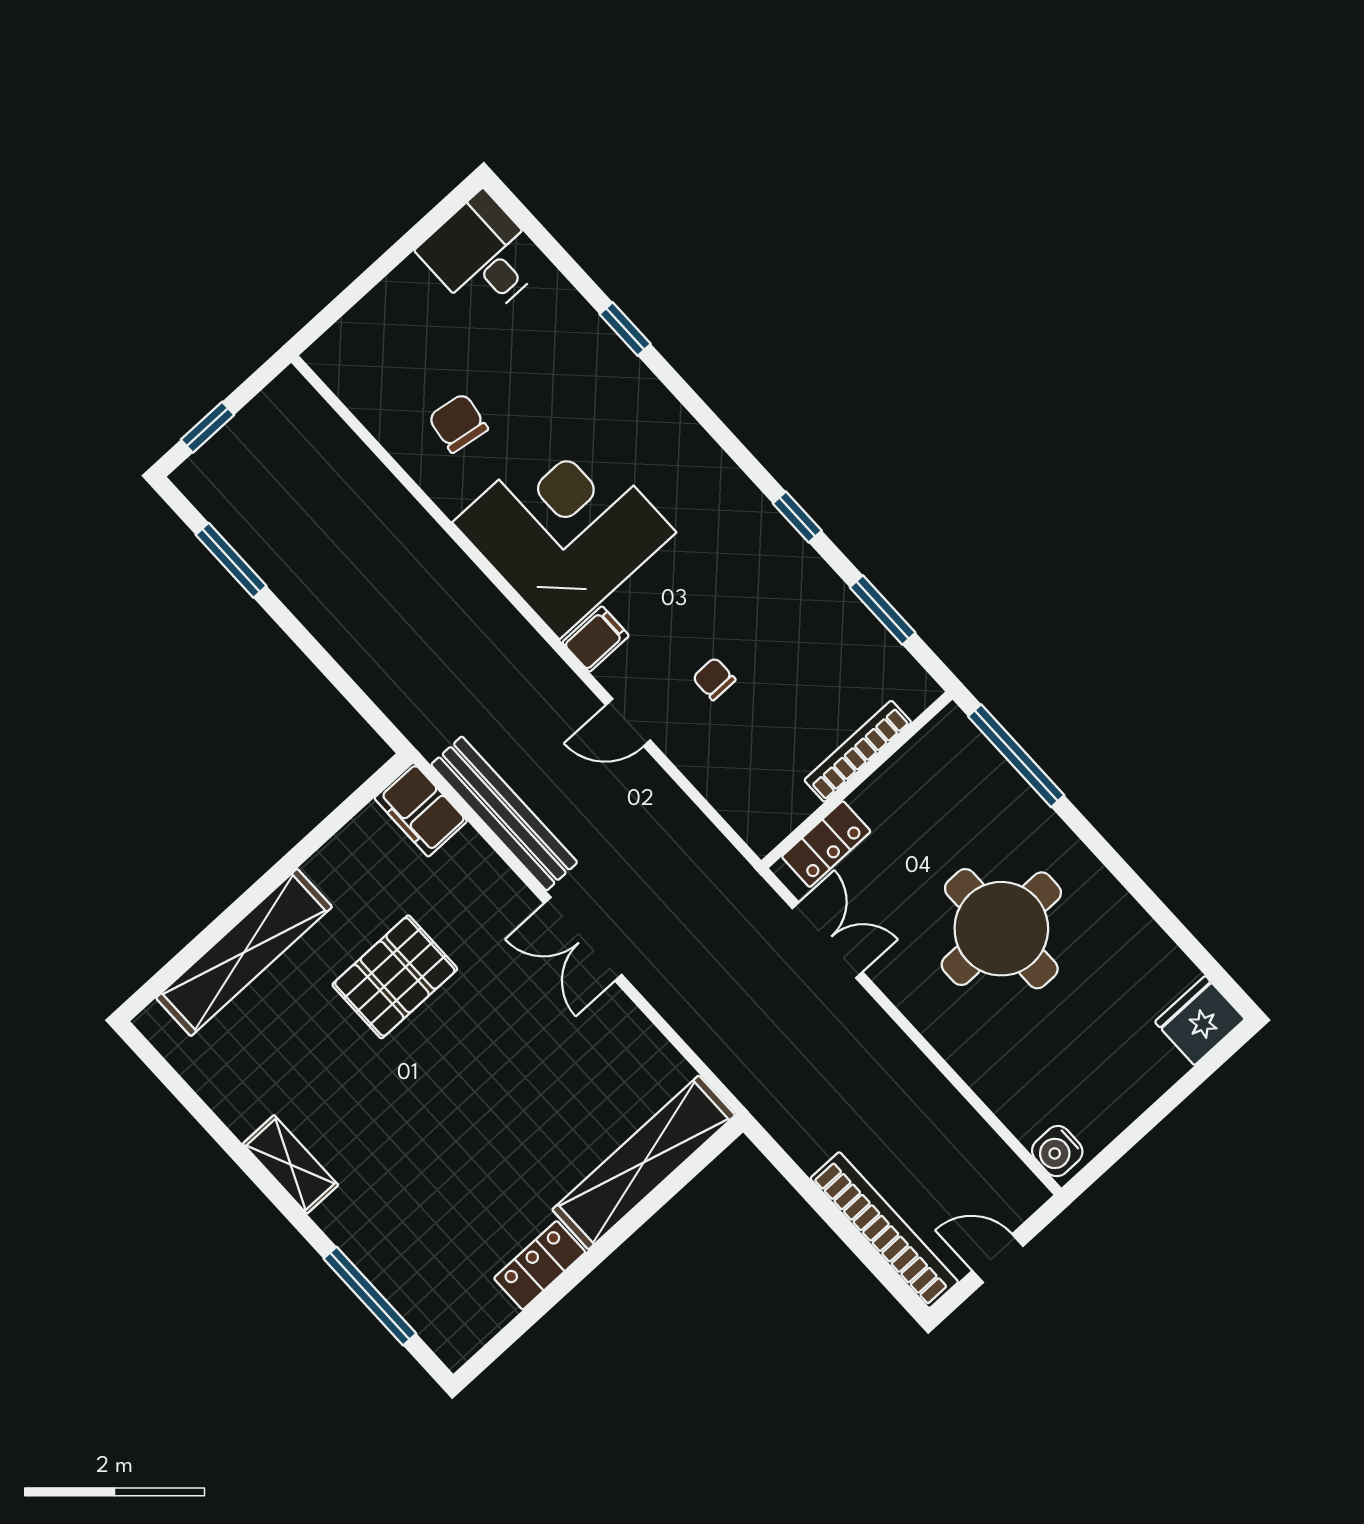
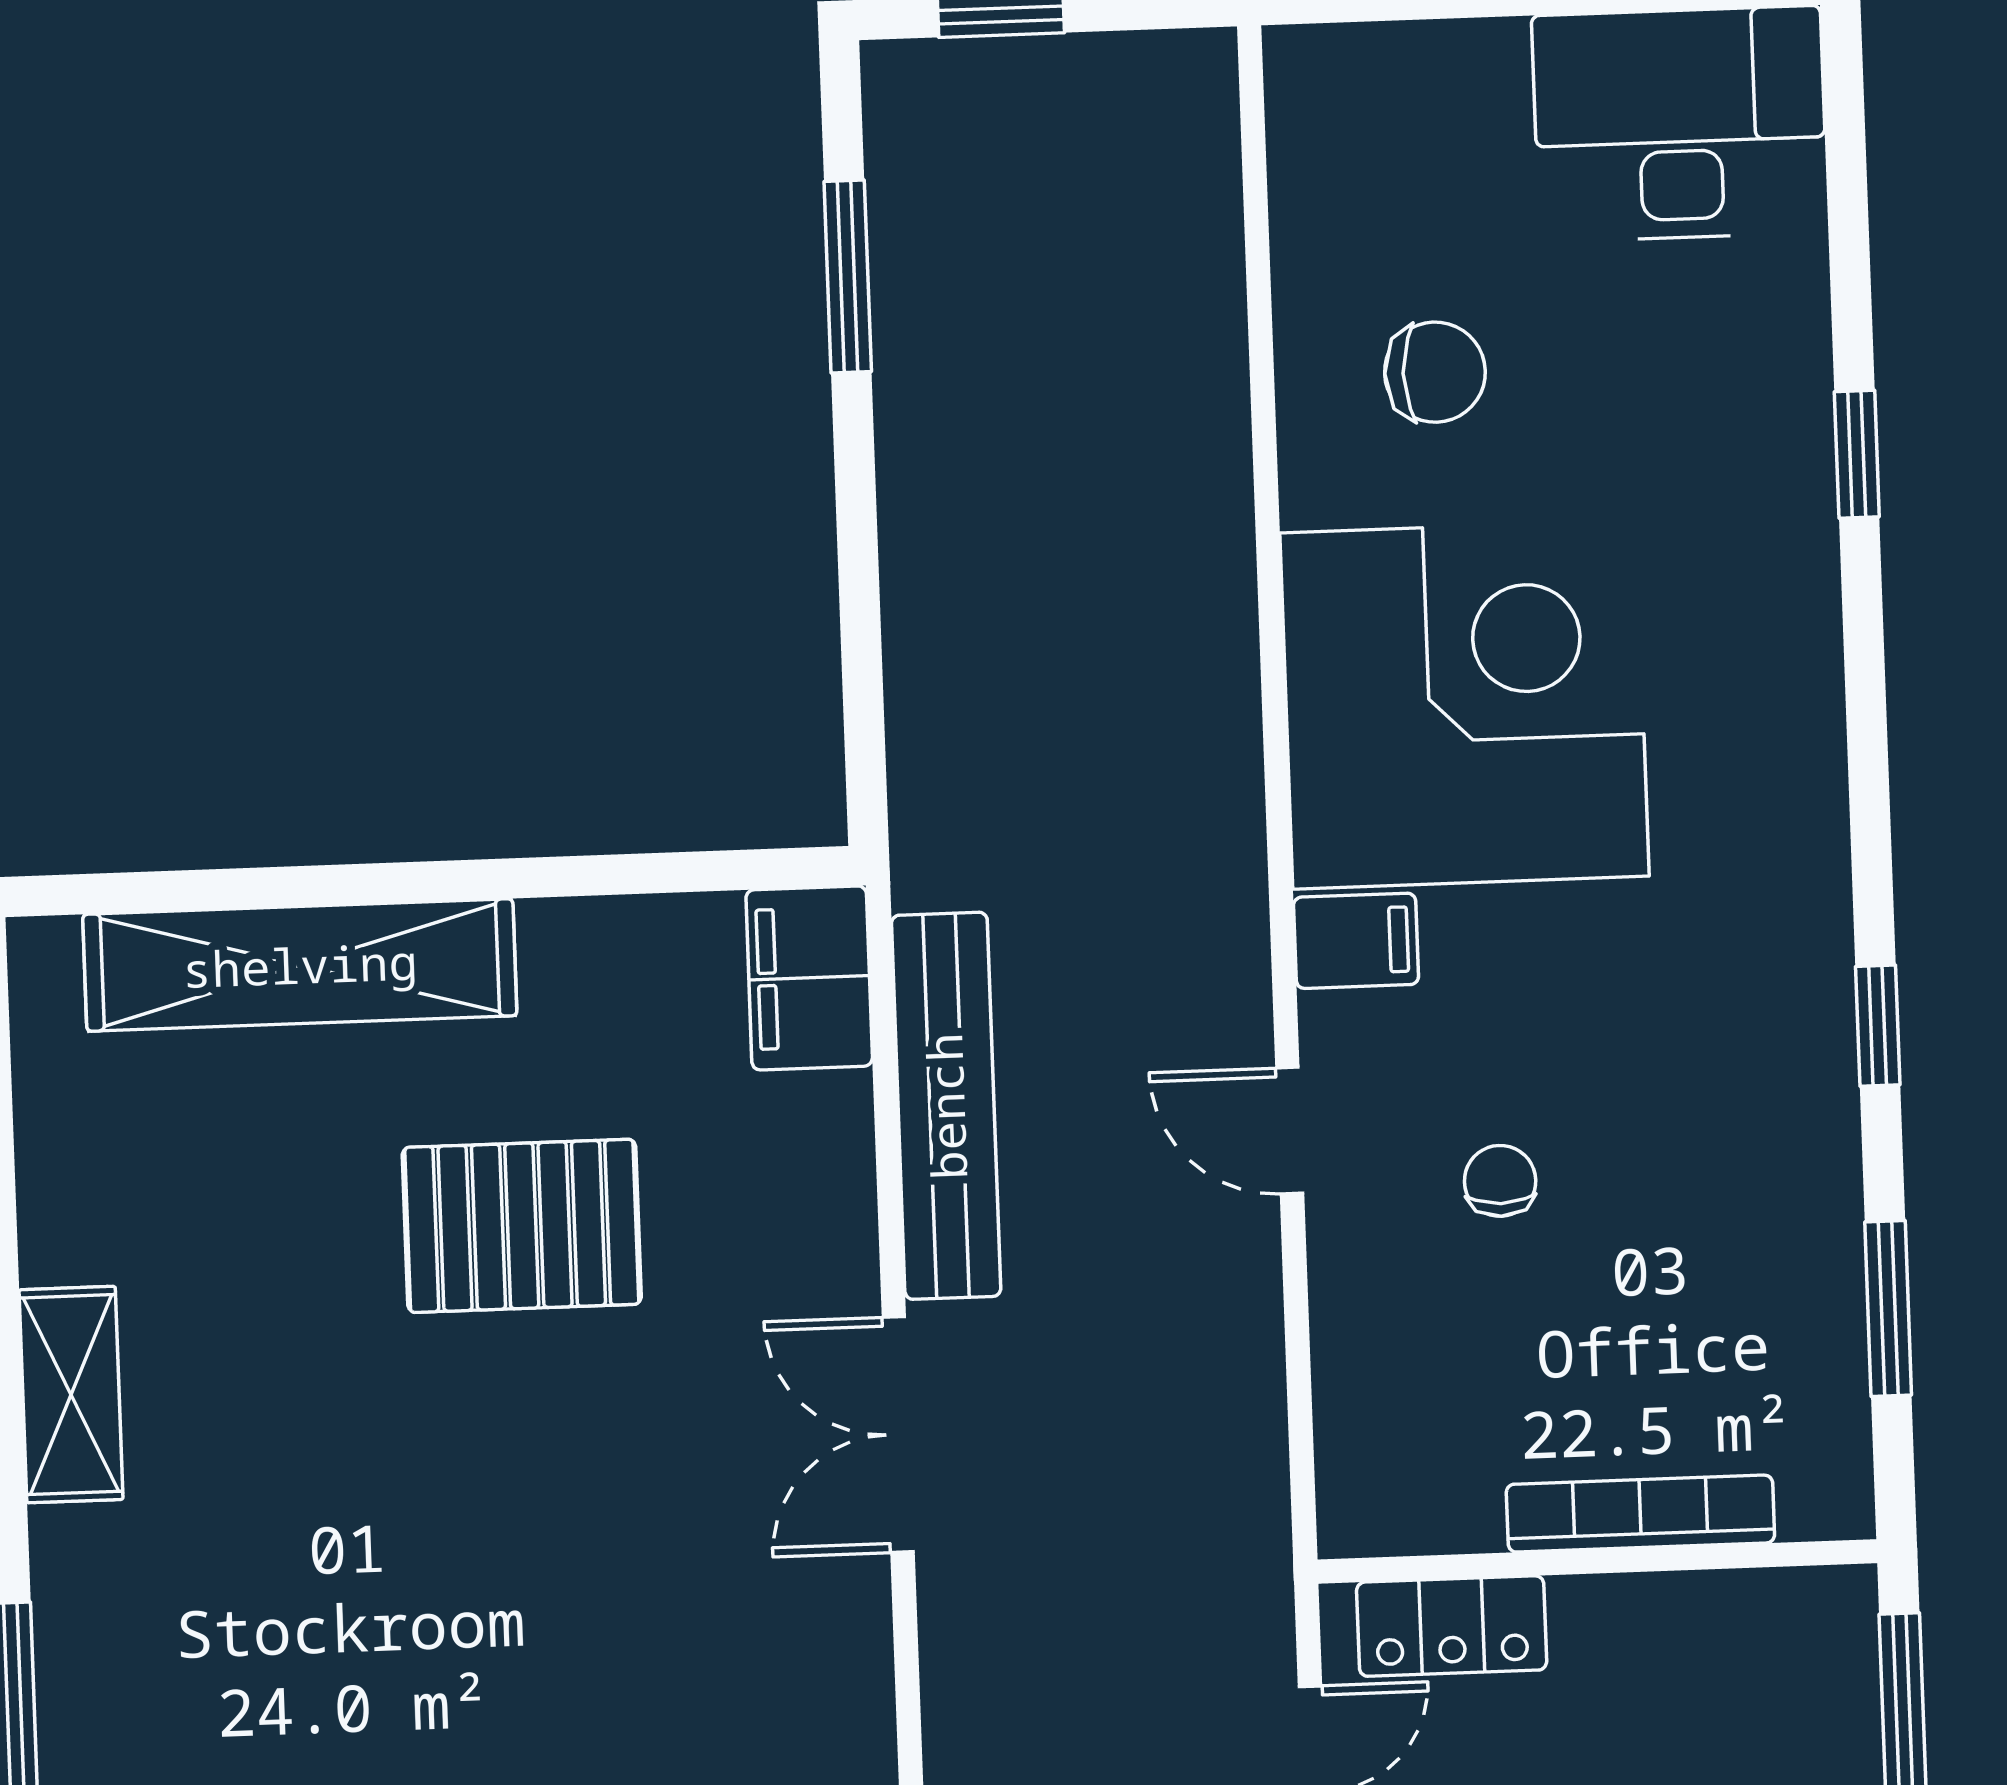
desk: (482, 256) -> (1680, 124), width x1.37
chair: (458, 423) -> (1435, 372), turned 81

